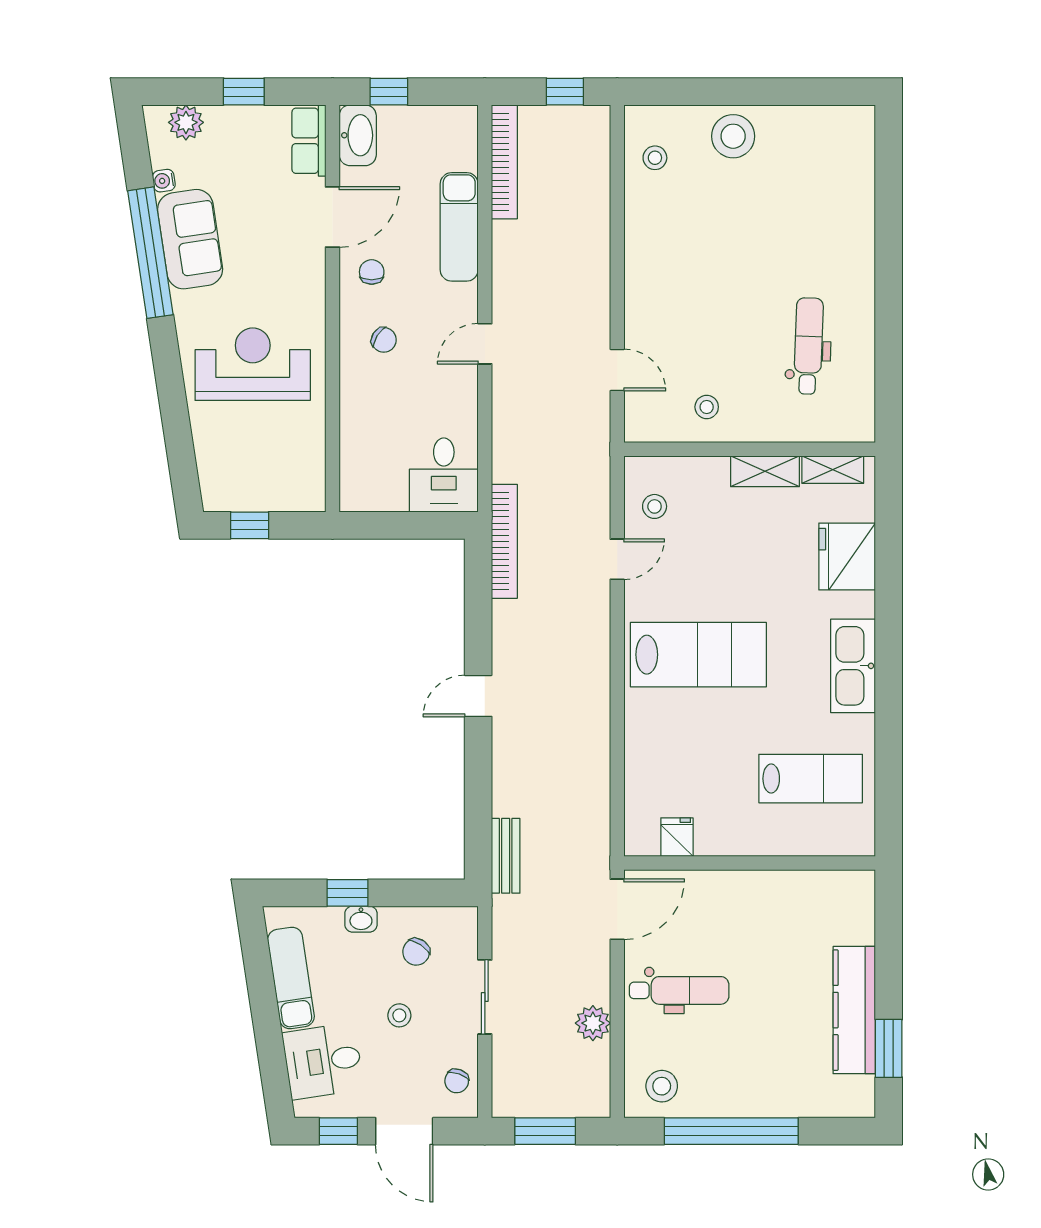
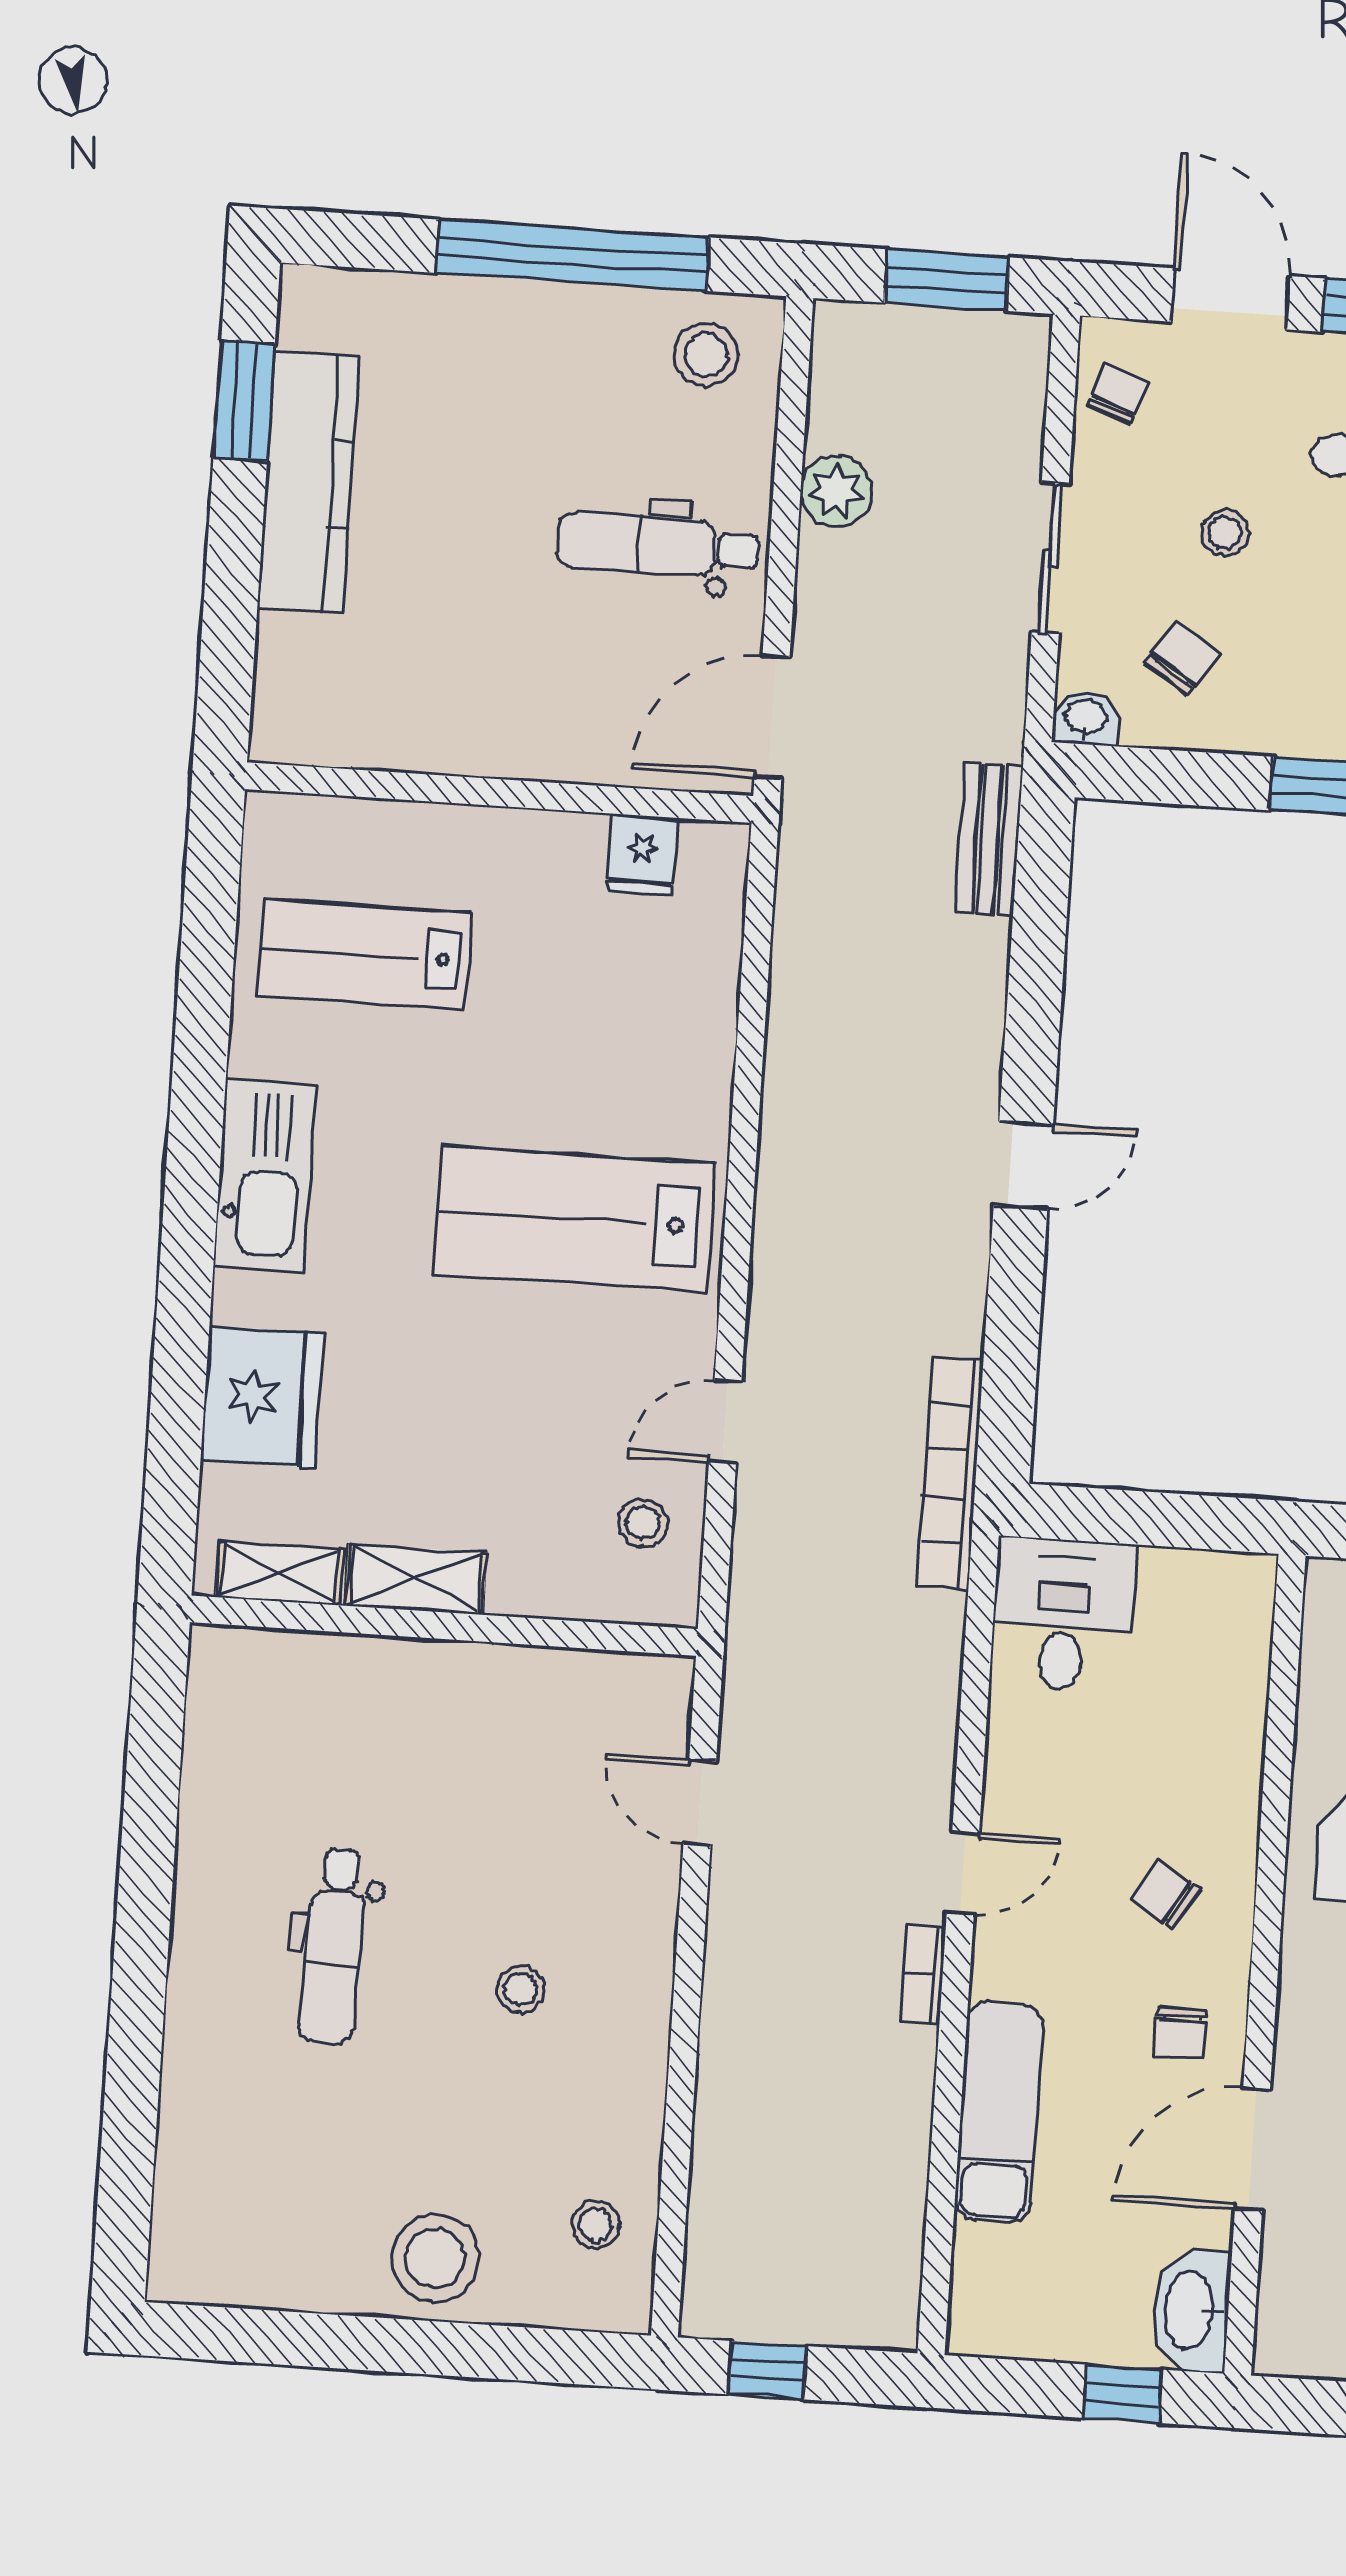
row of seats: (309, 141) -> (1290, 2306), removed
bookcase: (504, 162) -> (923, 1974), moved, width x0.43, depth x0.76
dental chair: (809, 346) -> (334, 1946), moved
stool: (707, 407) -> (520, 1989), moved
washbasin: (361, 919) -> (1086, 718), moved

